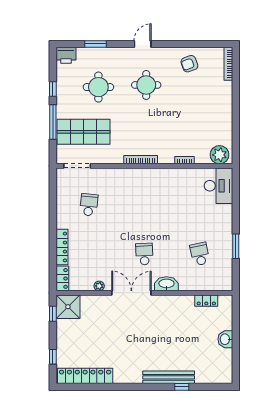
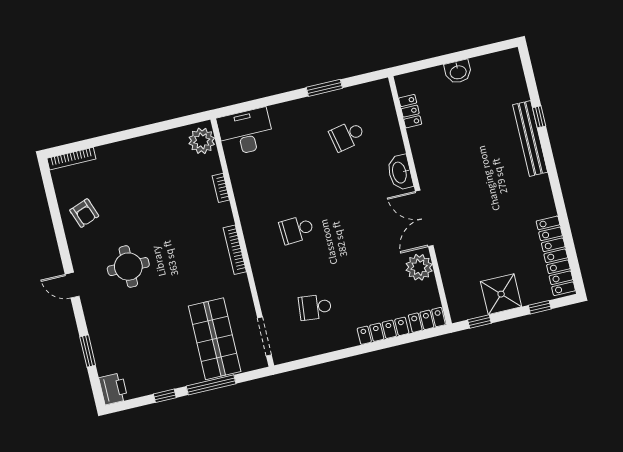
round table: (98, 87) -> (147, 333), removed
school desk: (144, 254) -> (297, 230), moved
plant: (99, 286) -> (419, 267), width x1.88, depth x1.88
shower: (68, 307) -> (501, 294), moved

